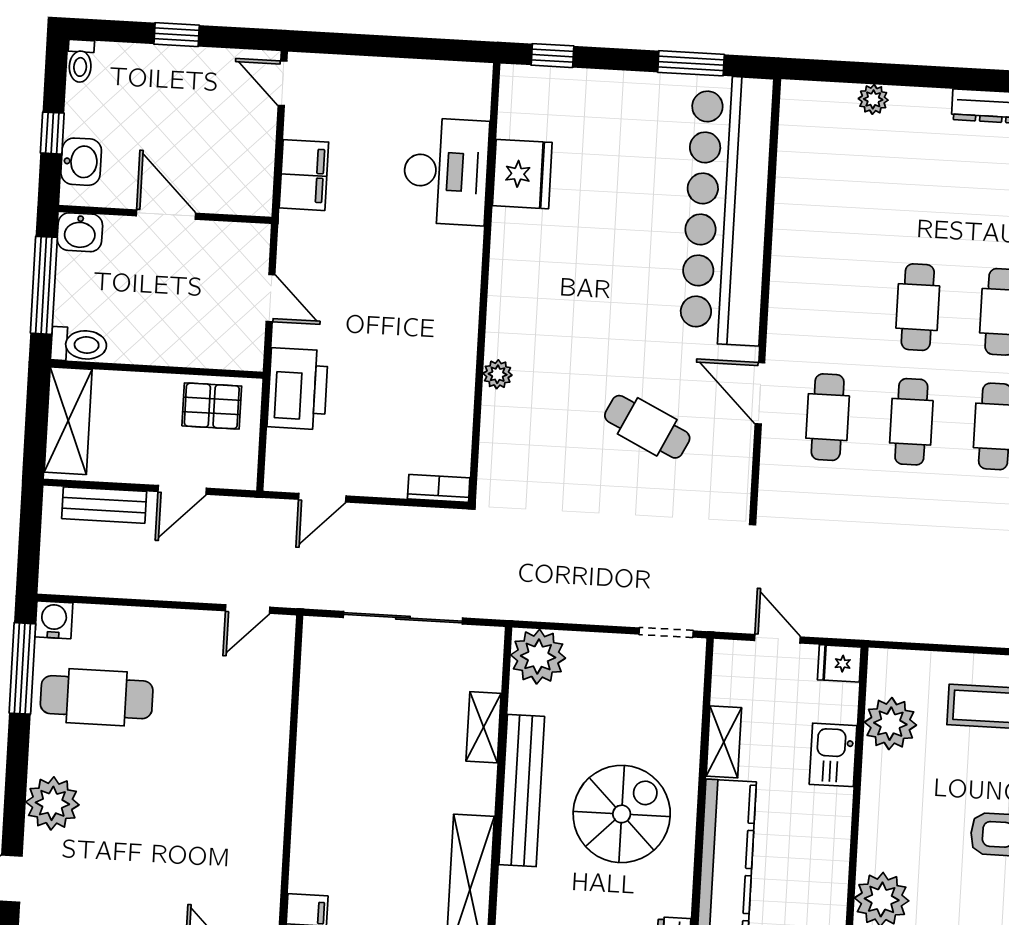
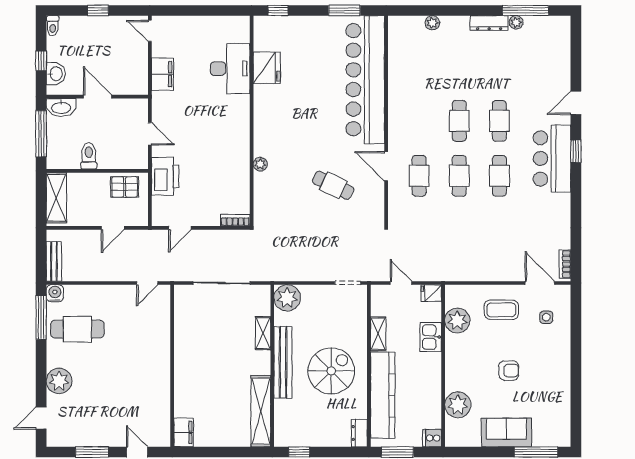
washbasin: (80, 232) -> (61, 107), width x1.38
toilet: (79, 345) -> (89, 156), moved, turned -90
bench: (104, 505) -> (54, 261), moved, turned 90

